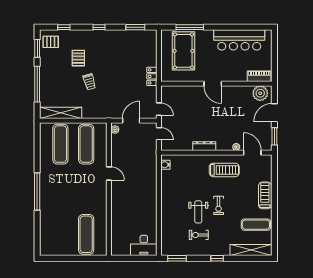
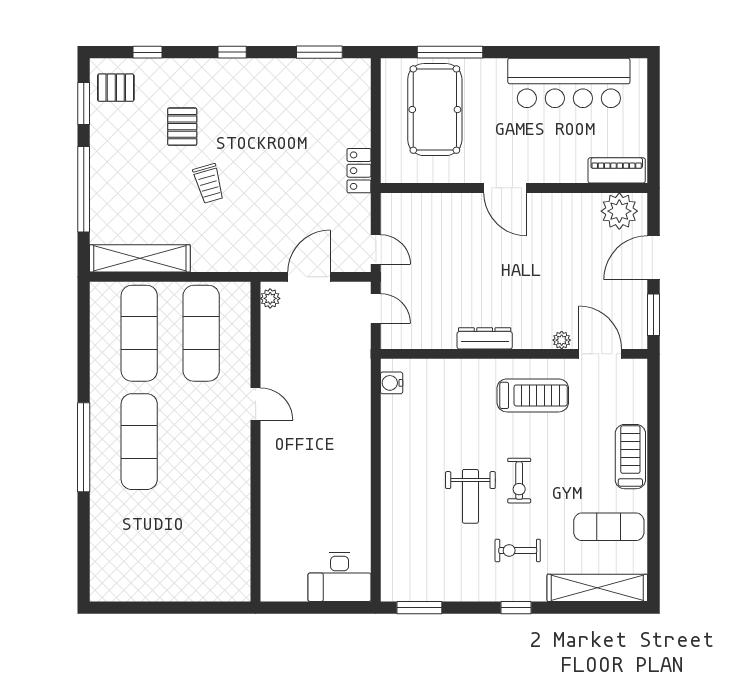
exercise mat: (86, 234) -> (139, 442), moved
exercise bike: (199, 235) -> (518, 550), moved

